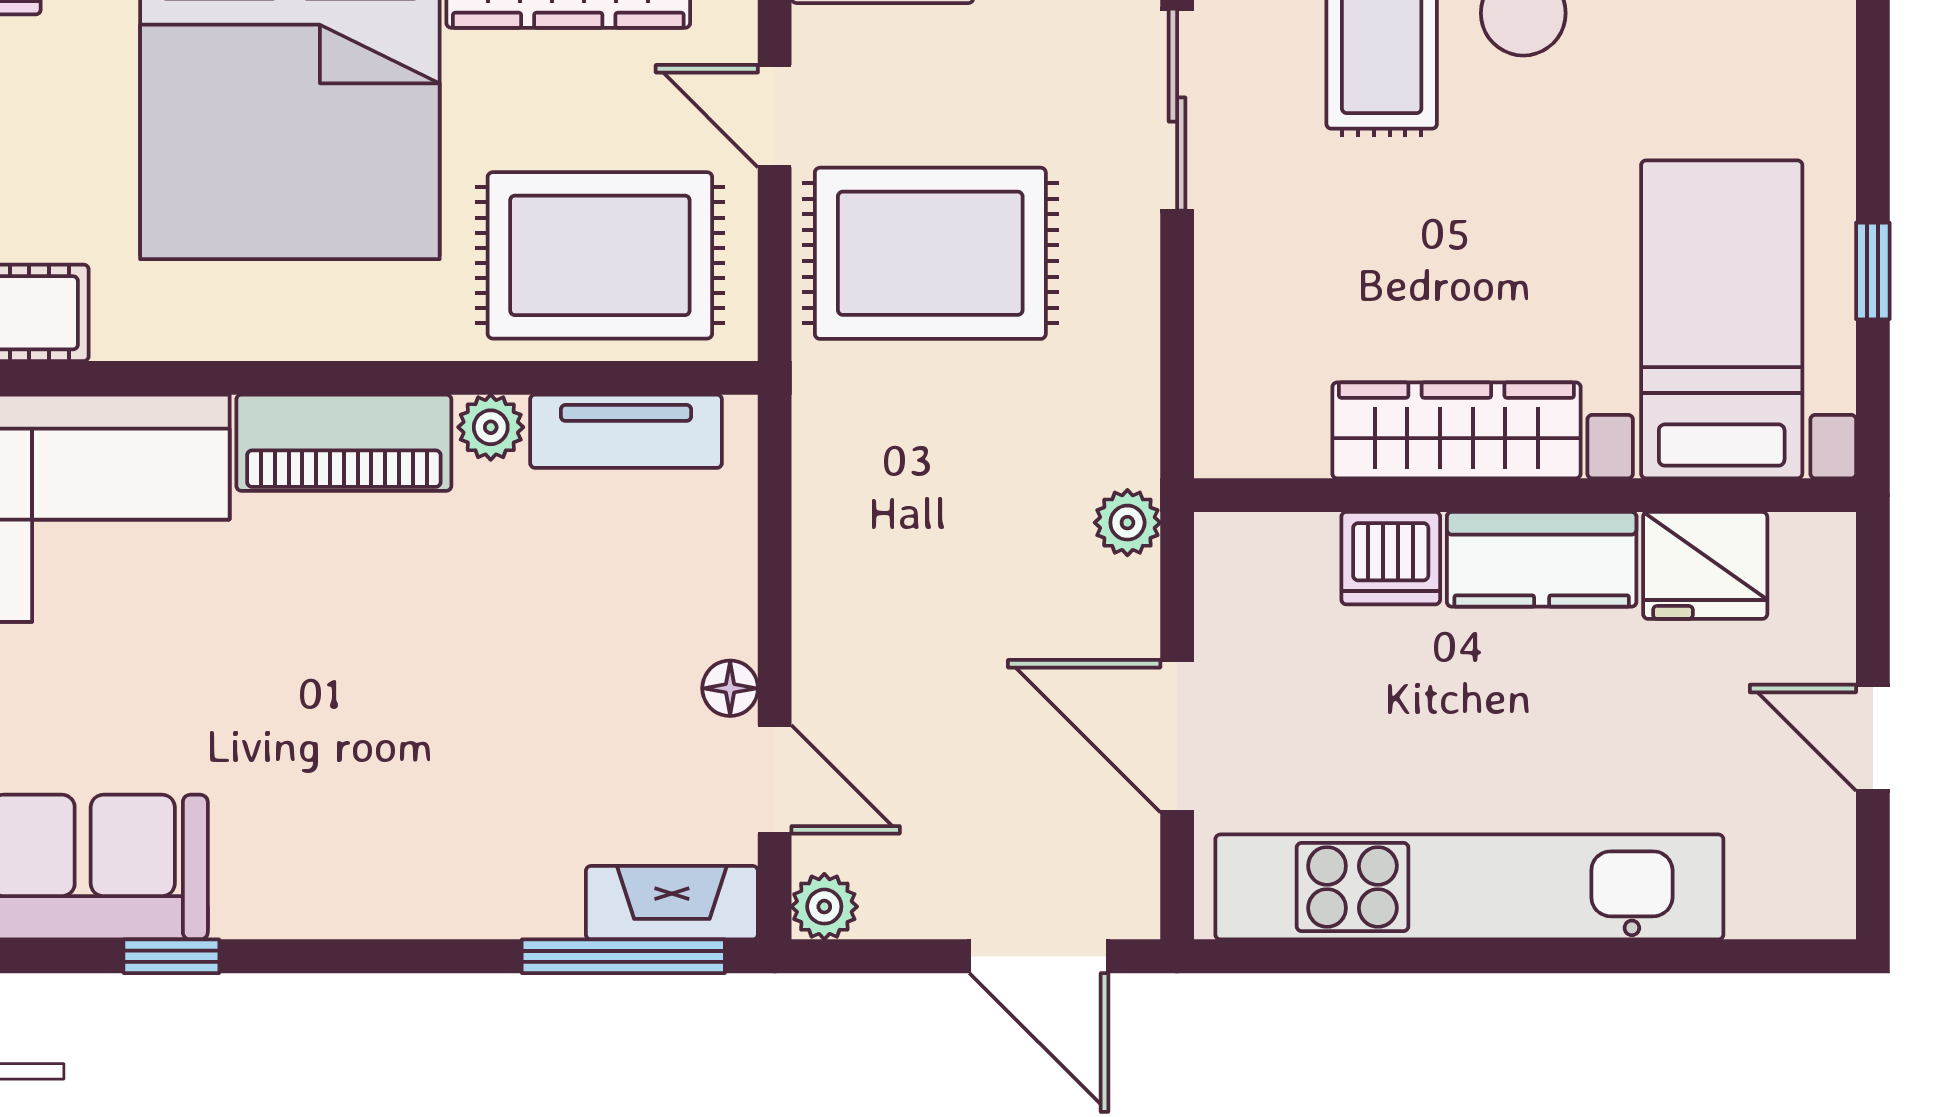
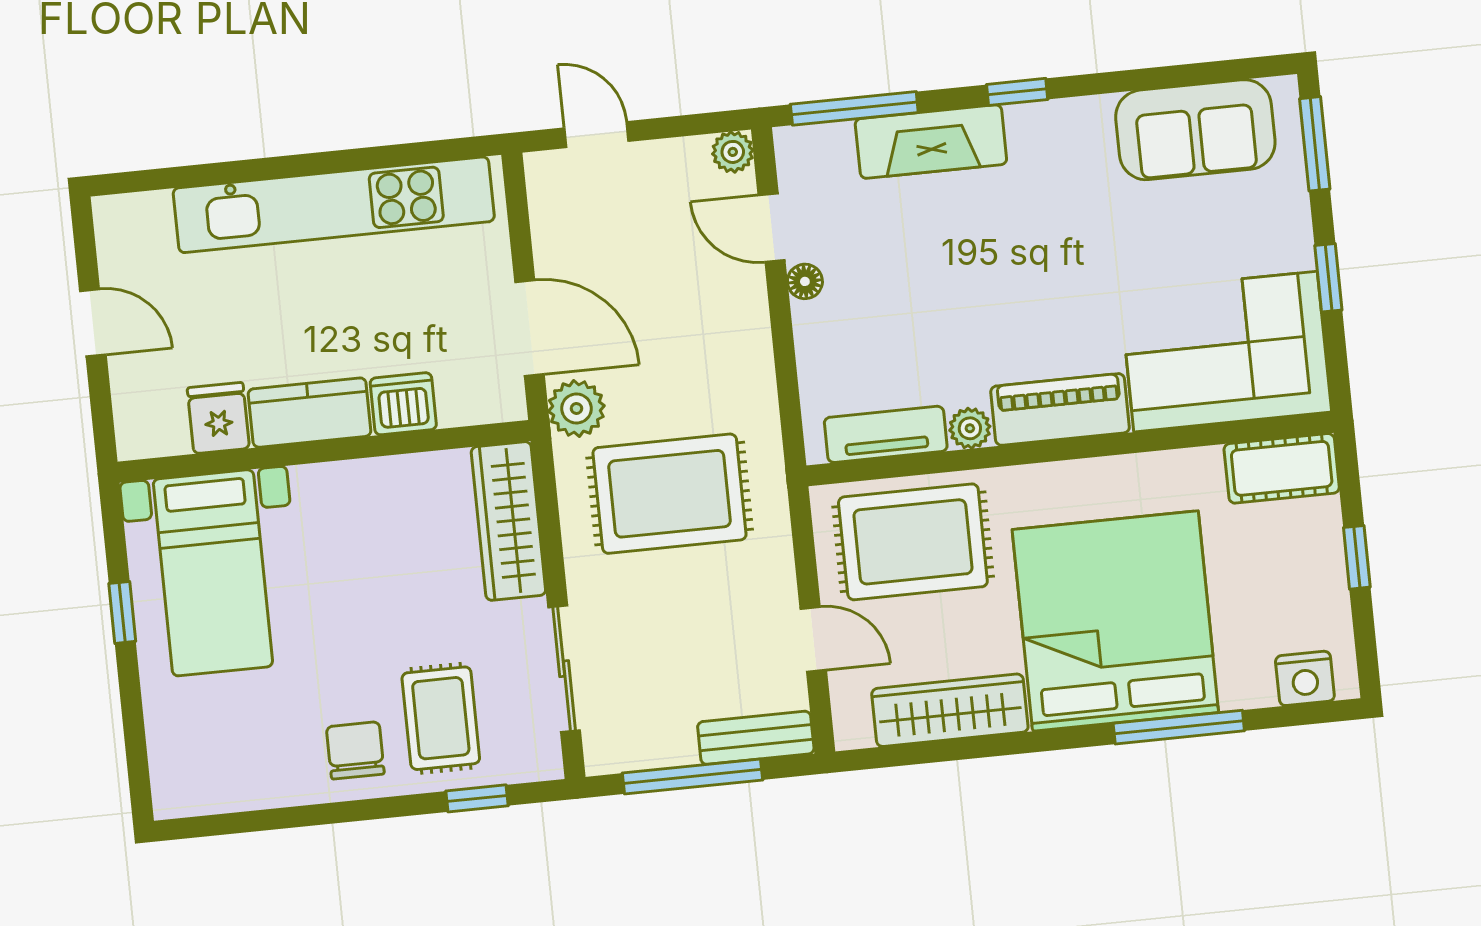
rug: (930, 253) -> (670, 494), moved
wardrobe: (1456, 430) -> (508, 521), moved, turned 90
plant: (1127, 523) -> (576, 408), width x1.38, depth x1.38
fridge: (1705, 565) -> (218, 418), width x0.72
door: (1177, 736) -> (529, 328), moved
fireplace: (672, 903) -> (931, 142), moved, width x1.37, depth x1.32
window: (171, 956) -> (1017, 92), moved
door: (1039, 956) -> (596, 135), width x0.73

